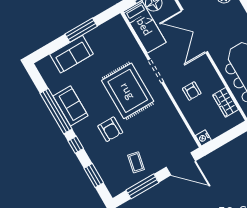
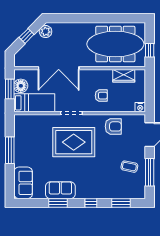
sofa: (72, 54) -> (23, 183), moved
window: (56, 111) -> (58, 203), width x0.47
armchair: (110, 129) -> (113, 126), moved

